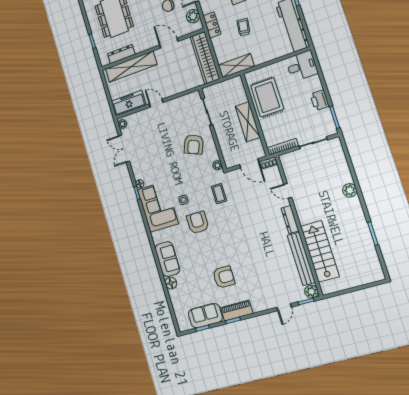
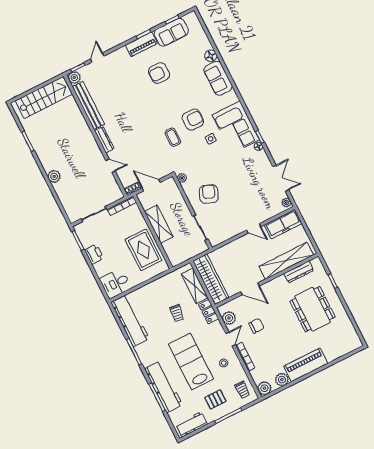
shelving: (236, 66) -> (195, 286), moved, turned 90
coffee table: (219, 194) -> (173, 137), moved
armchair: (198, 223) -> (193, 120), turned -90
stairs: (320, 251) -> (44, 98), moved, turned -90

